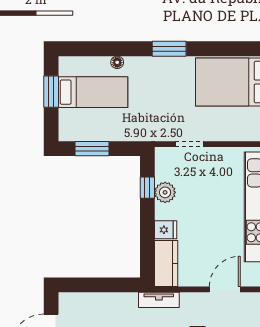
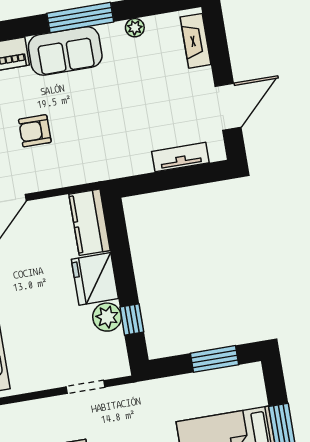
fridge: (166, 230) -> (95, 279), width x1.88, depth x1.34
tv unit: (159, 300) -> (180, 157), moved

